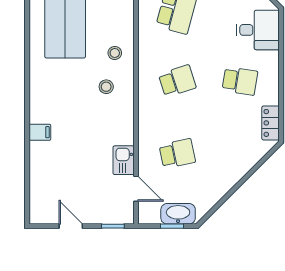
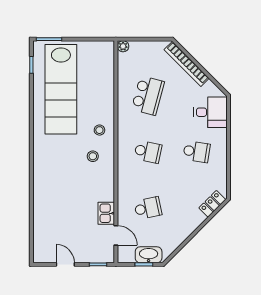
school desk: (177, 81) -> (148, 152), turned 30
locker: (271, 123) -> (212, 204), moved, turned 45
filing cabinet: (40, 132) -> (41, 192), removed

